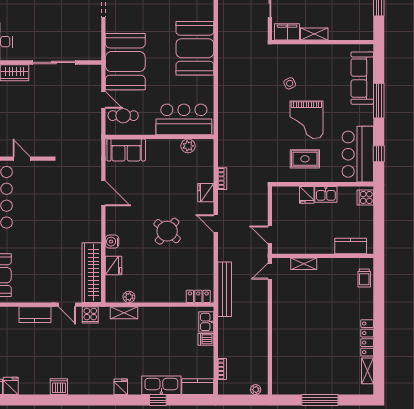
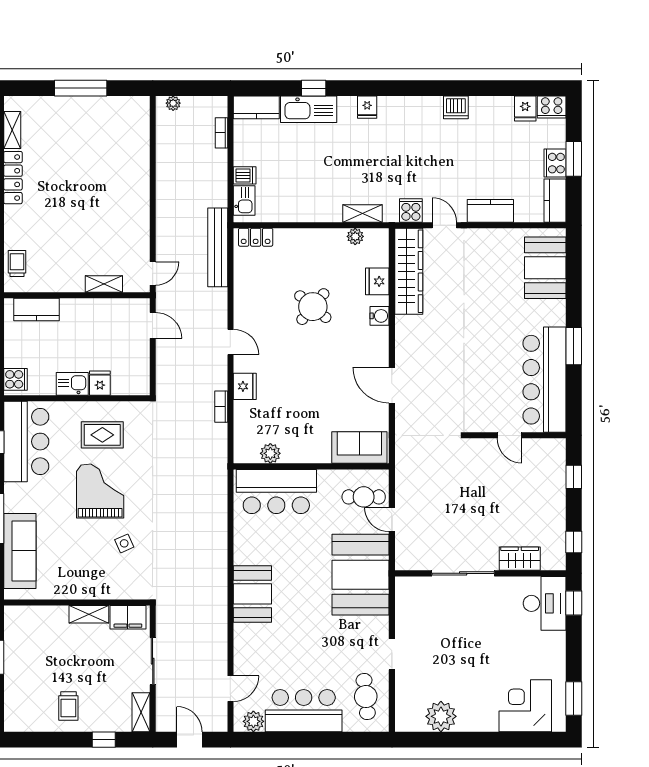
booth: (195, 48) -> (252, 594), width x0.73, depth x0.70
round table: (167, 231) -> (313, 307), moved

